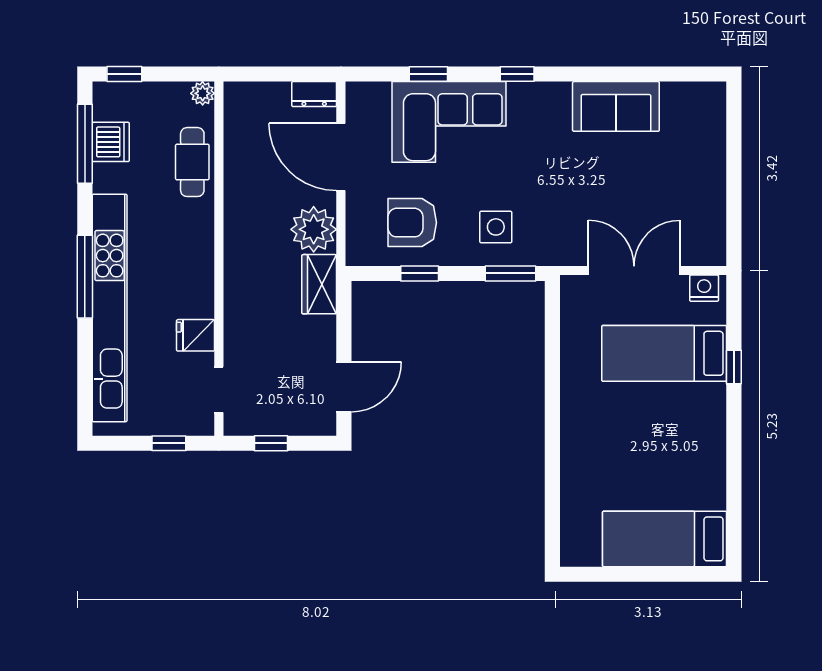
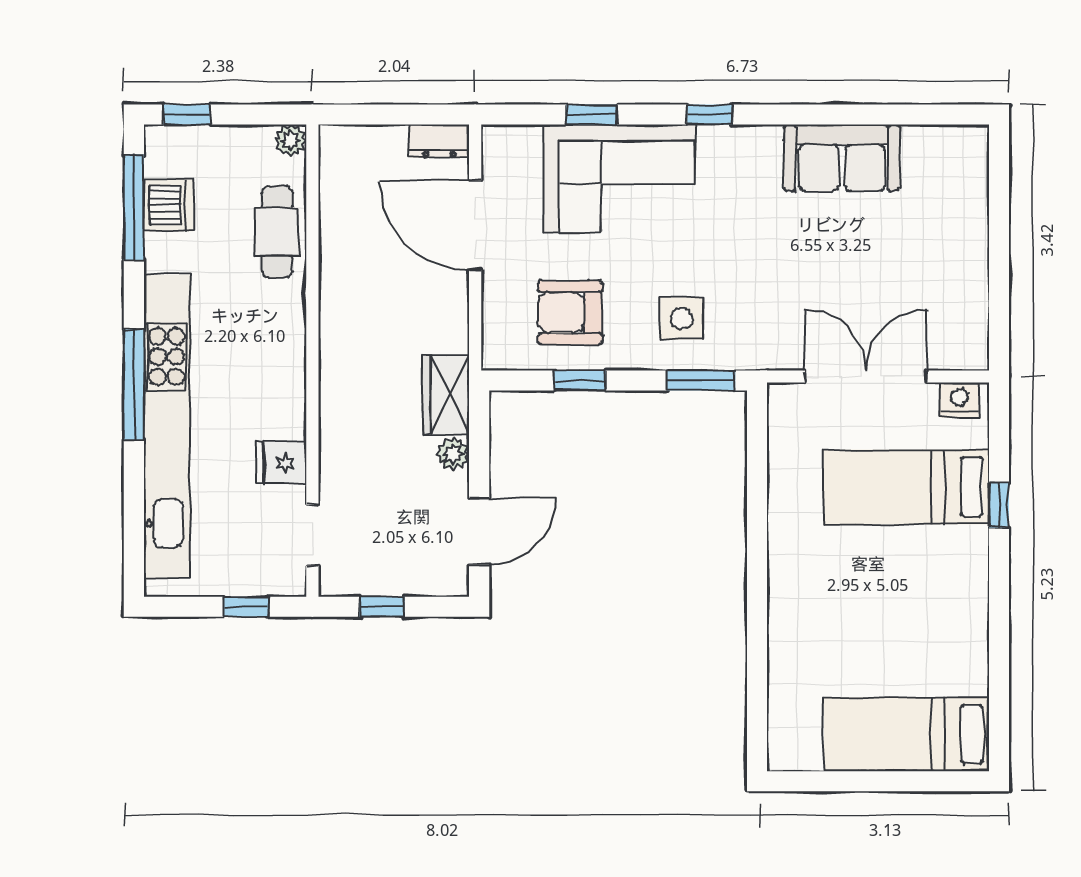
plant: (314, 229) -> (453, 454), moved, width x0.53, depth x0.53

